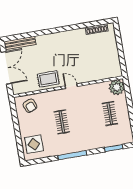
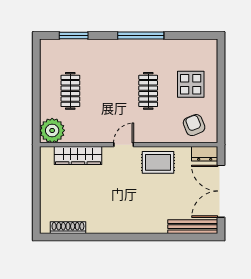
wardrobe: (98, 75) -> (78, 155), added
door: (71, 86) -> (124, 145), swing flipped
dresser: (20, 89) -> (205, 154), added
display table: (34, 144) -> (191, 84), moved

